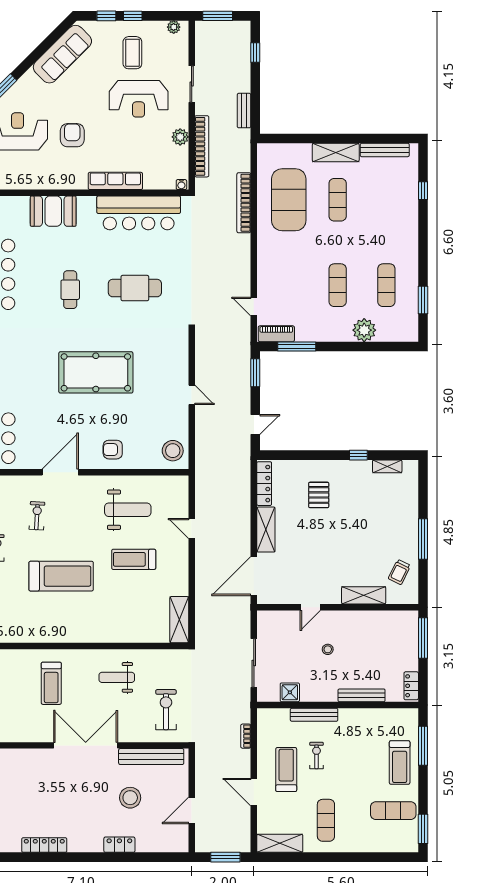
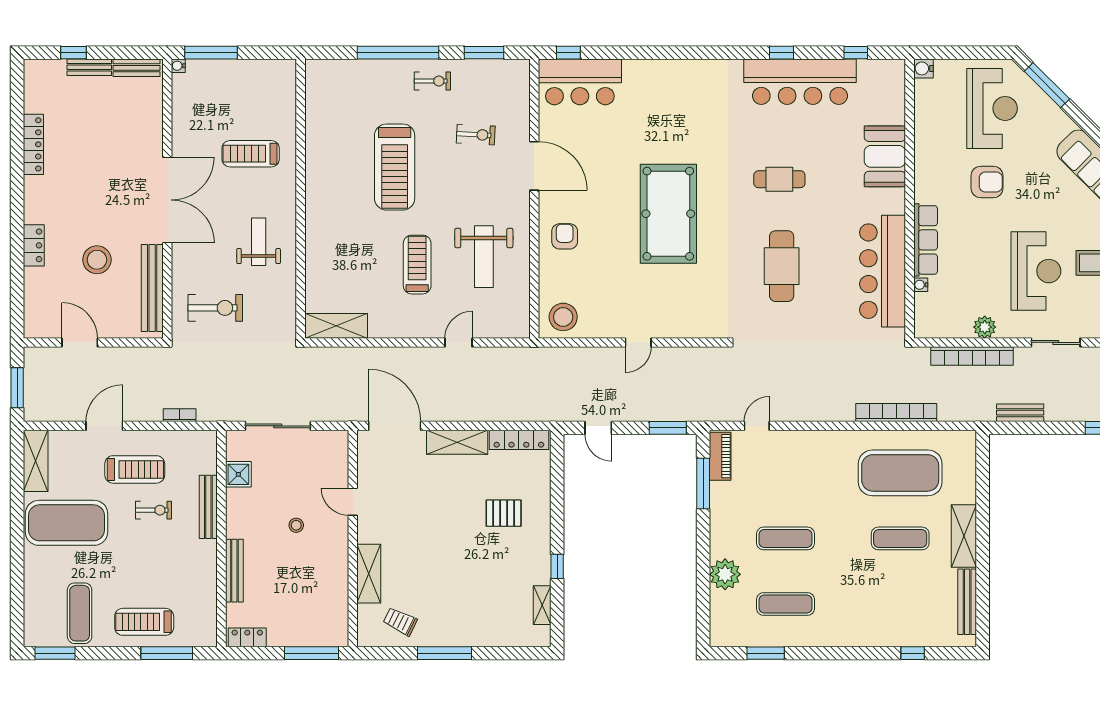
reception desk: (139, 99) -> (1036, 271), turned 180
water cooler: (181, 185) -> (921, 285), moved
exercise mat: (326, 820) -> (66, 523), width x2.00, depth x1.45

